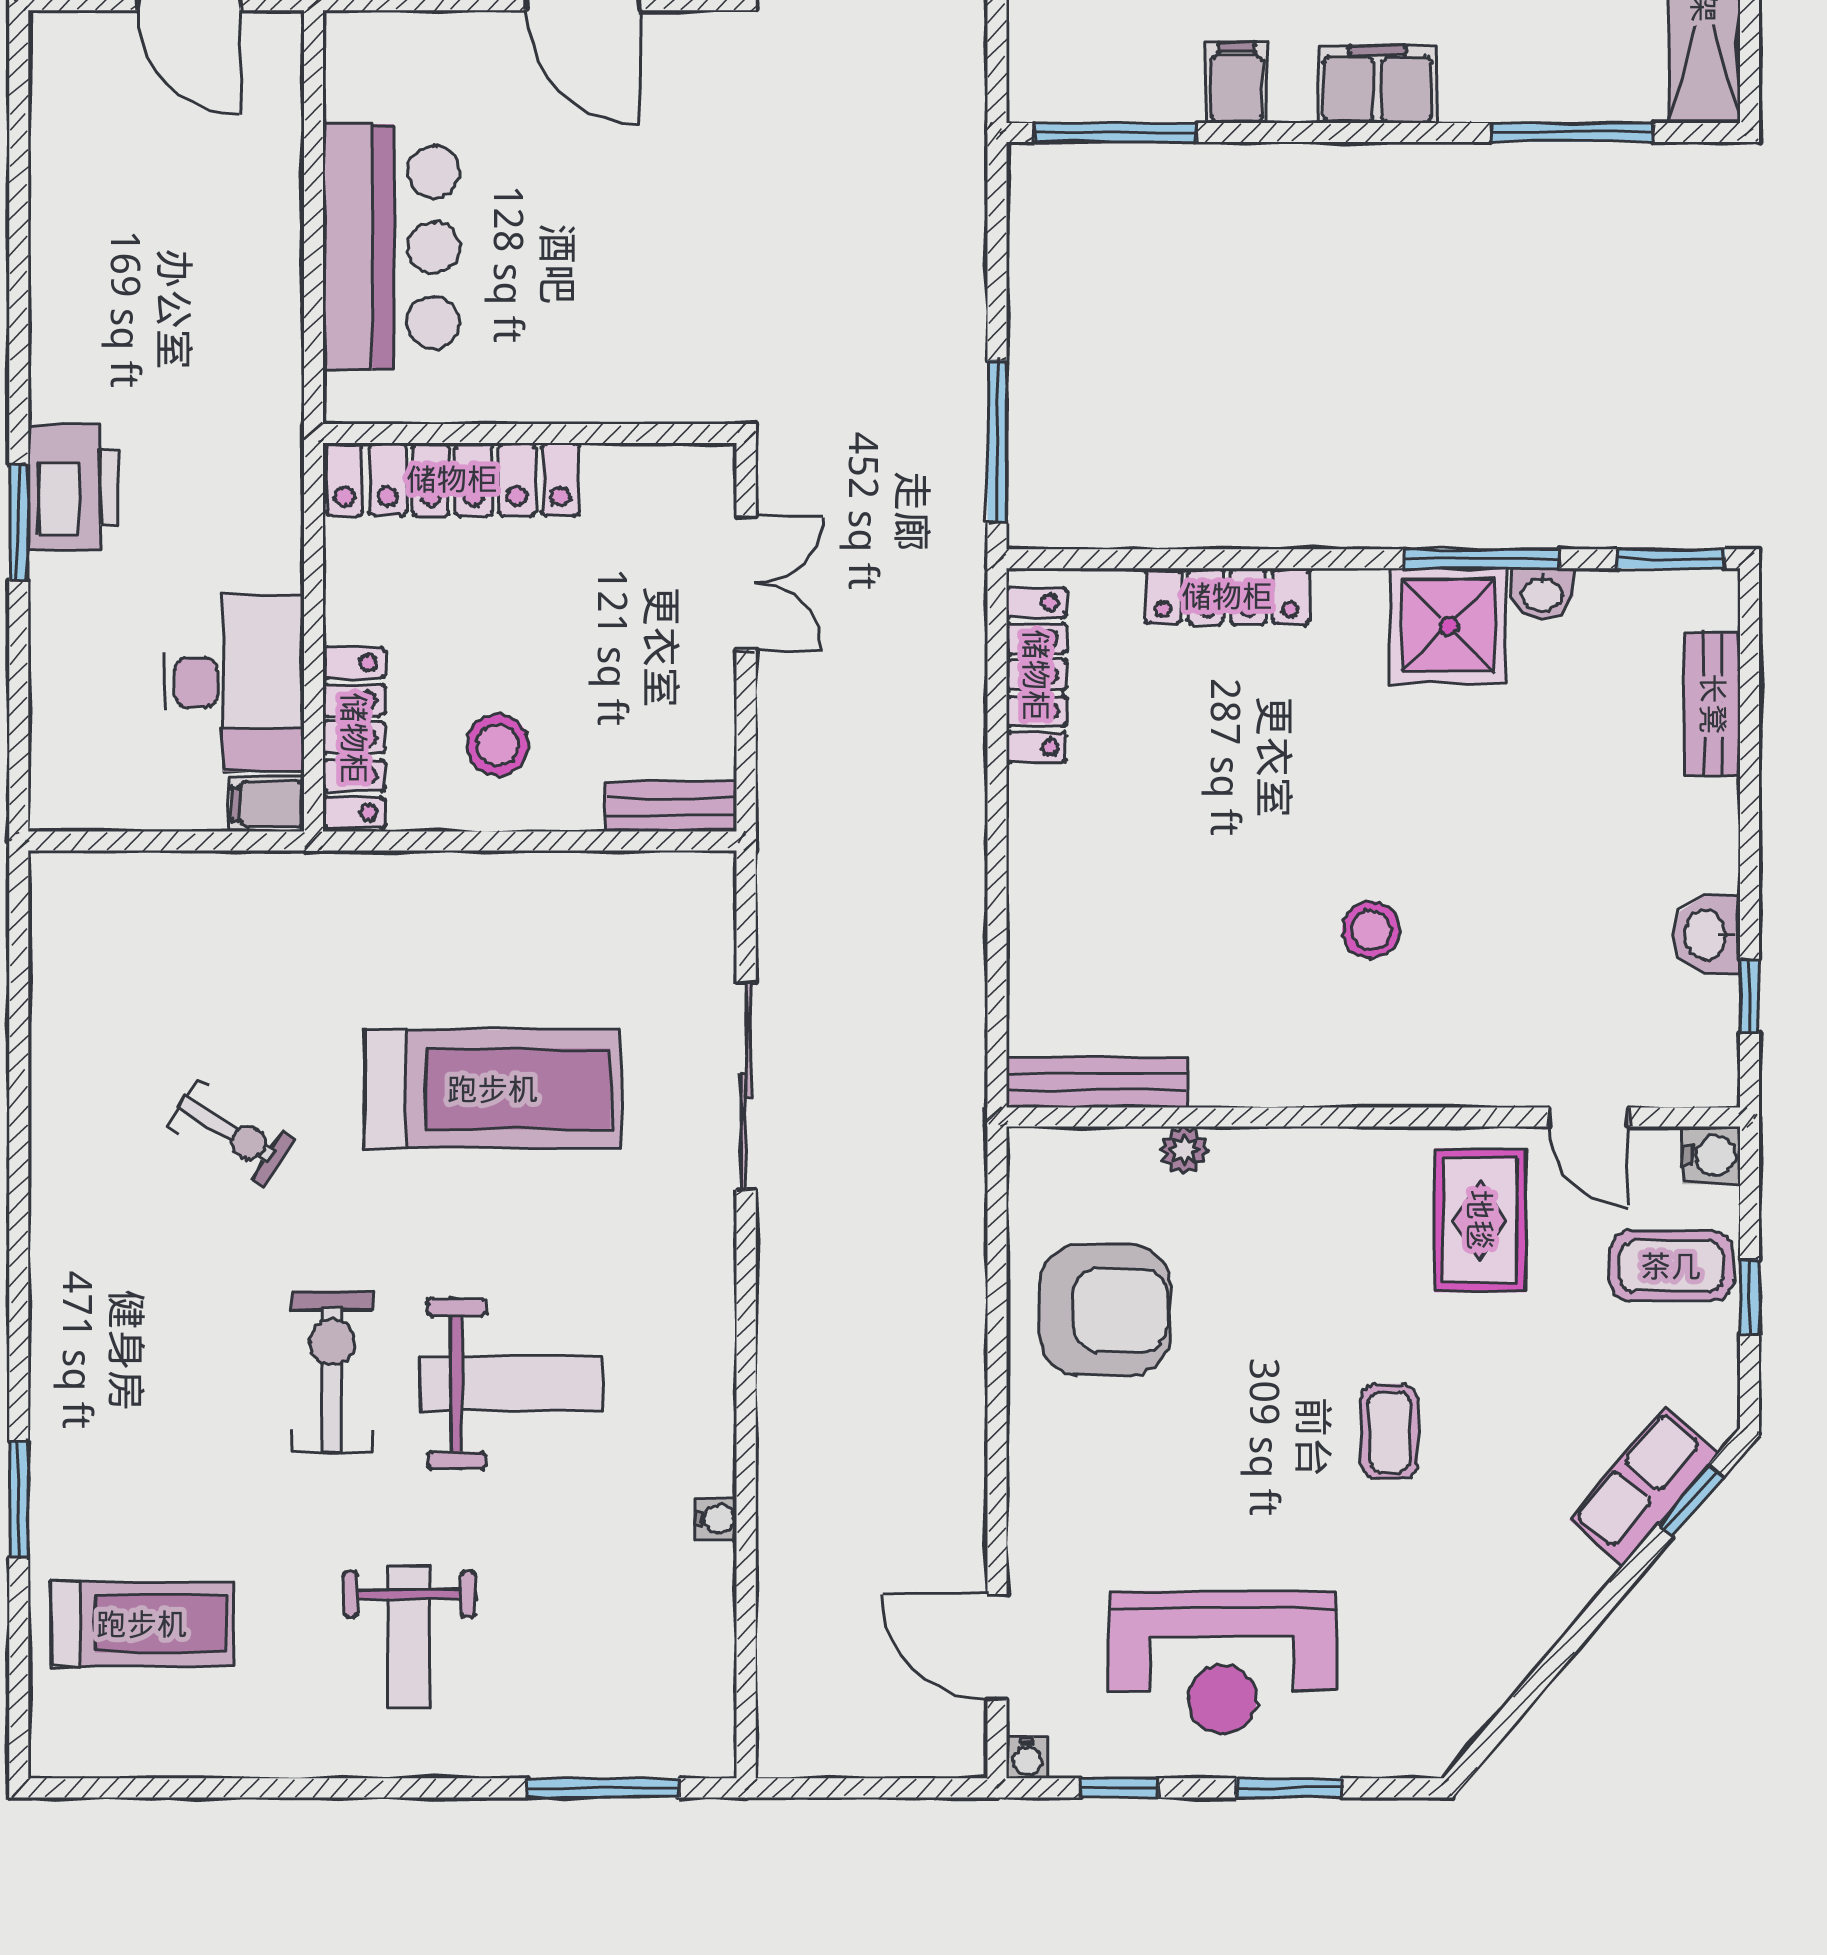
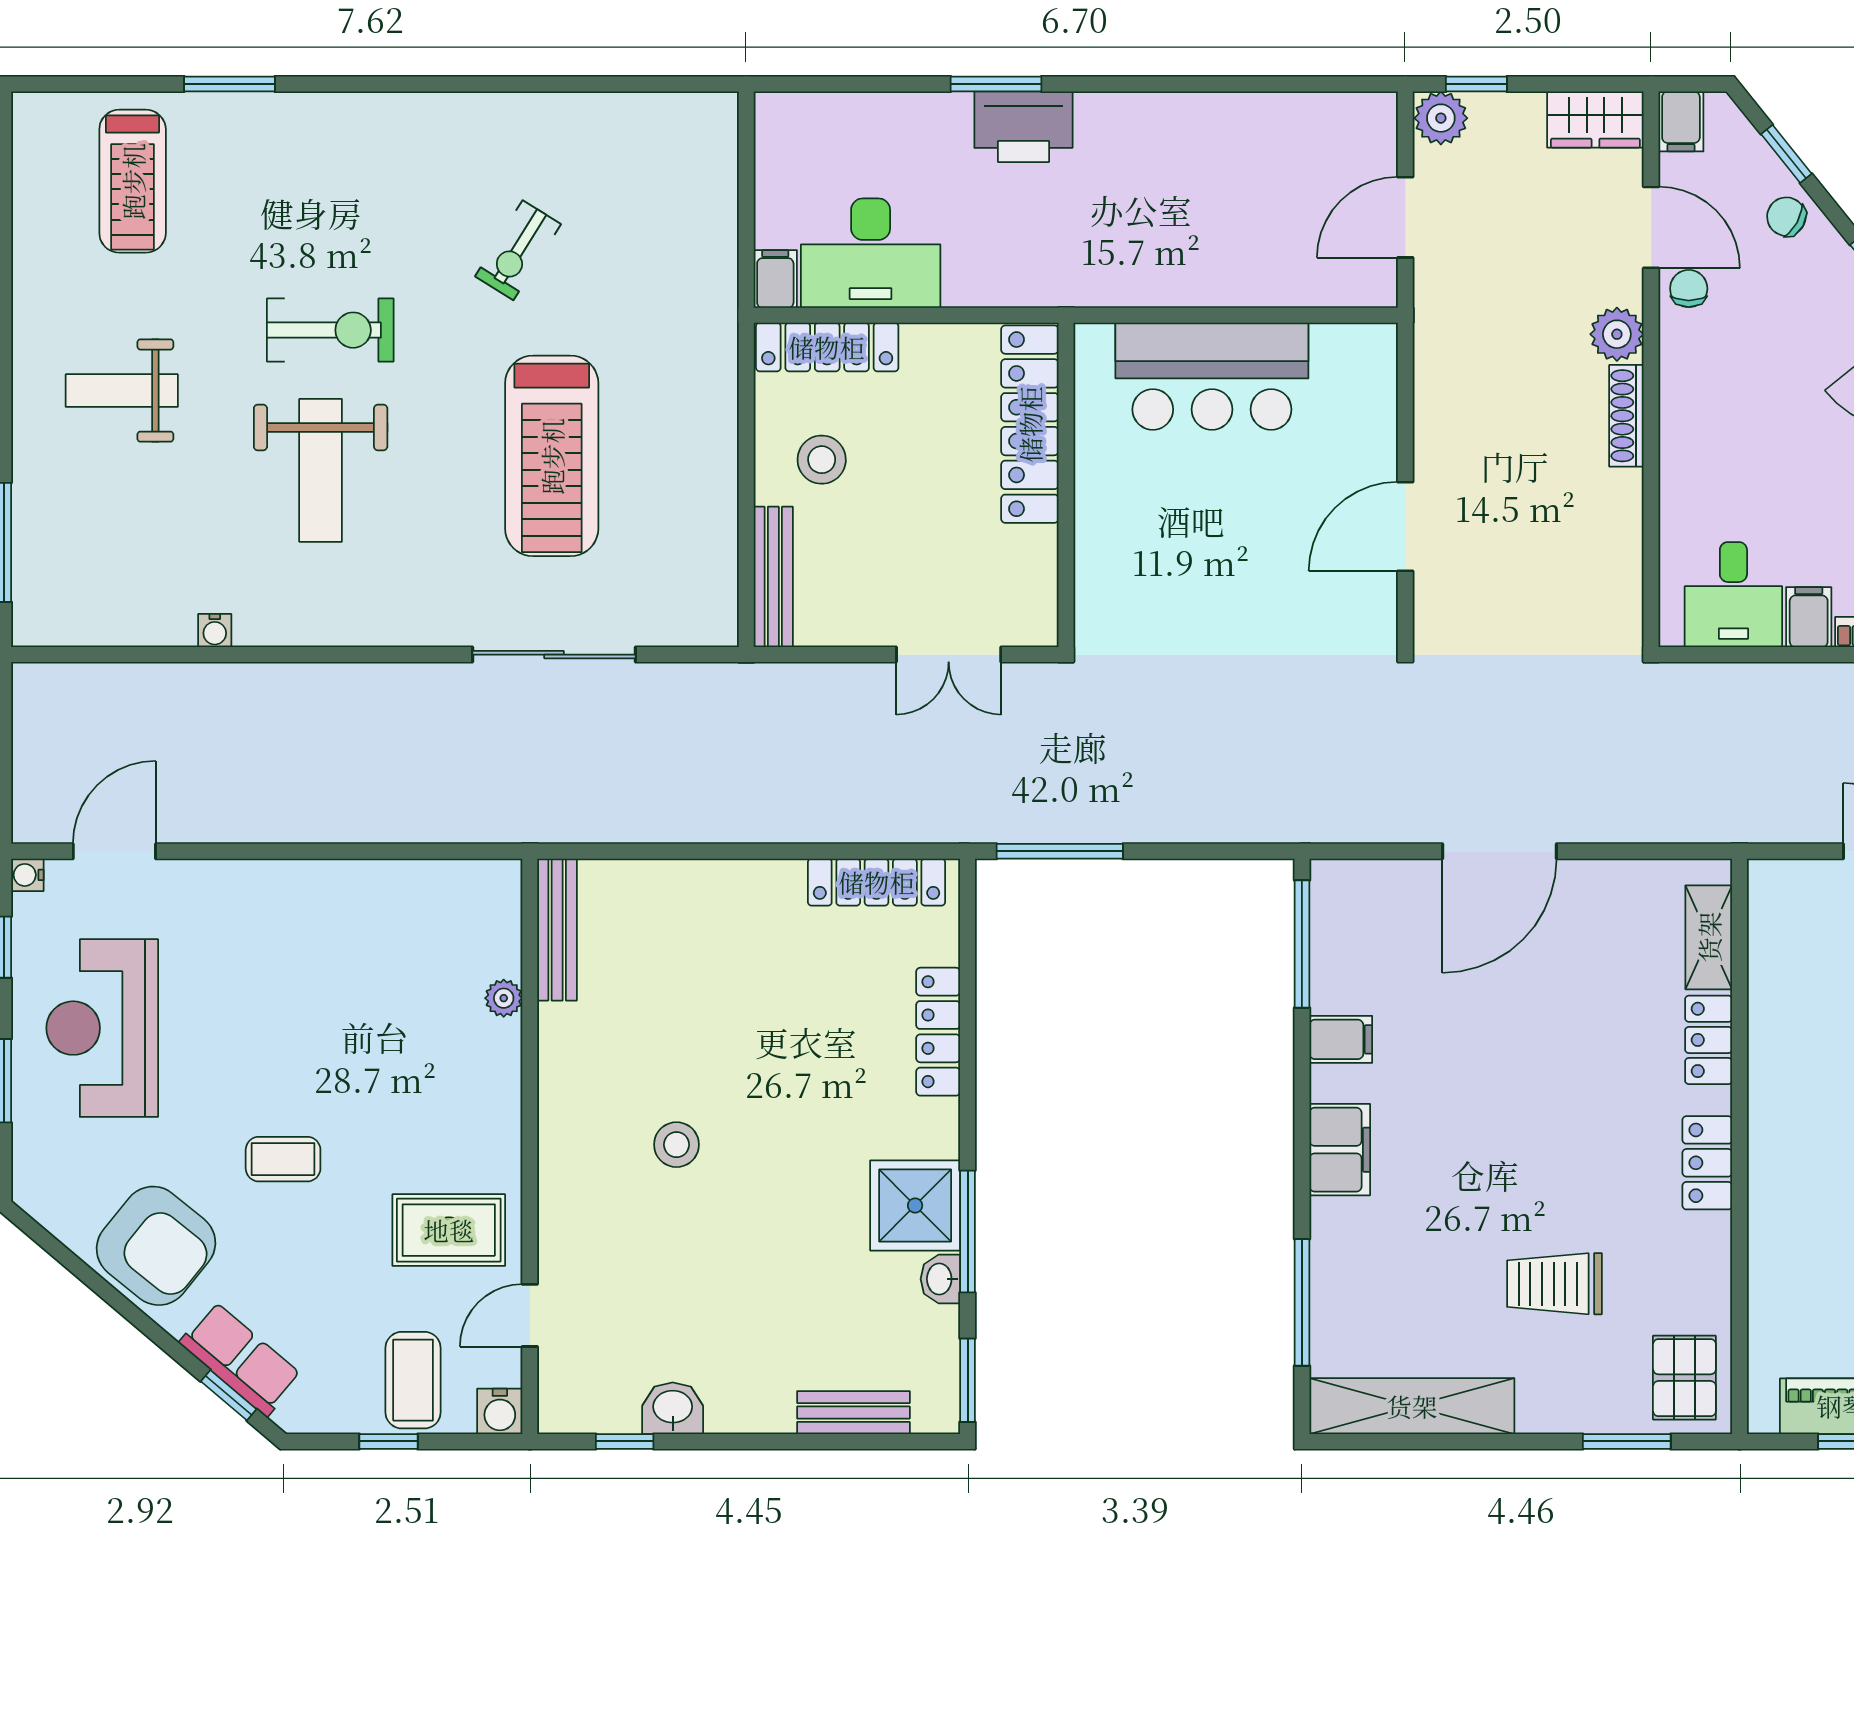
bench: (671, 807) -> (773, 577), width x1.36
armchair: (1104, 1310) -> (156, 1246), moved, turned -51

